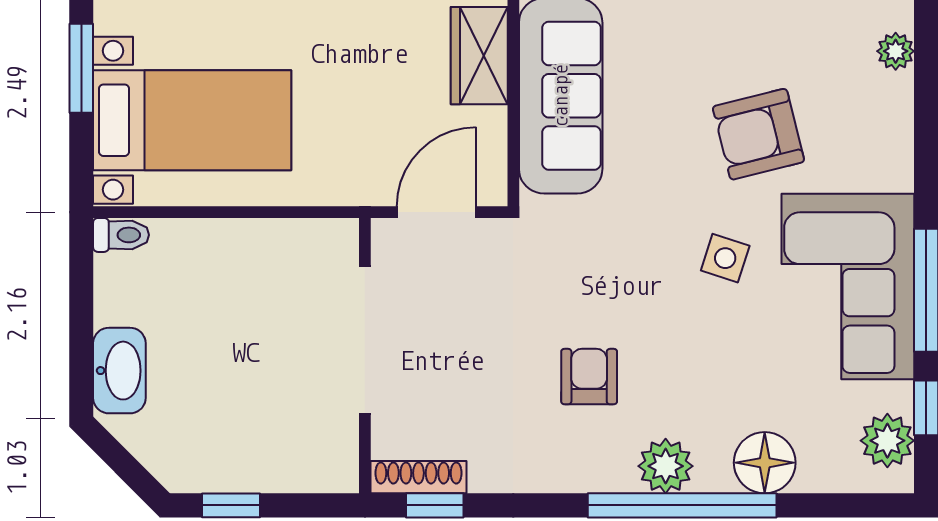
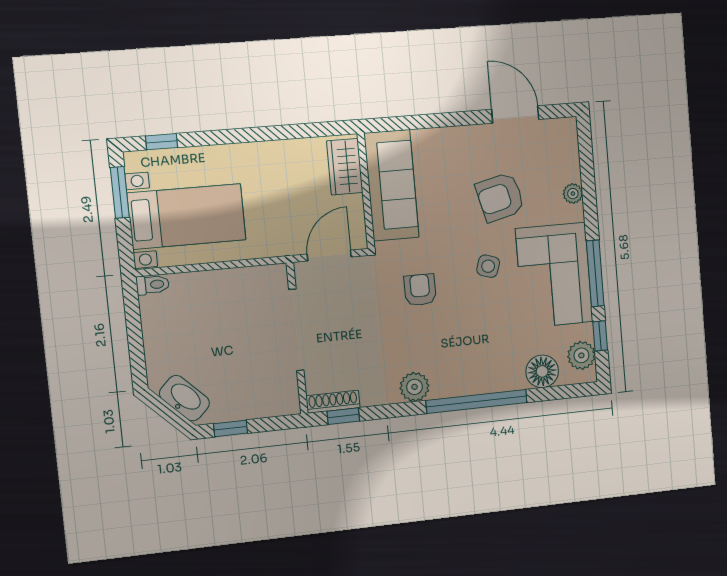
plant: (896, 51) -> (573, 194), moved
washbasin: (119, 371) -> (184, 398), moved, turned -45
armchair: (589, 377) -> (420, 290), moved
floor lamp: (765, 463) -> (542, 371), moved
plant: (666, 466) -> (415, 387), moved

